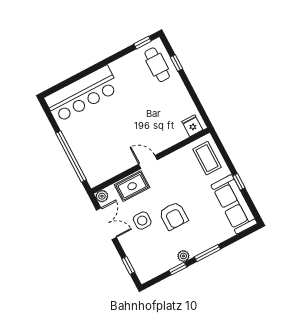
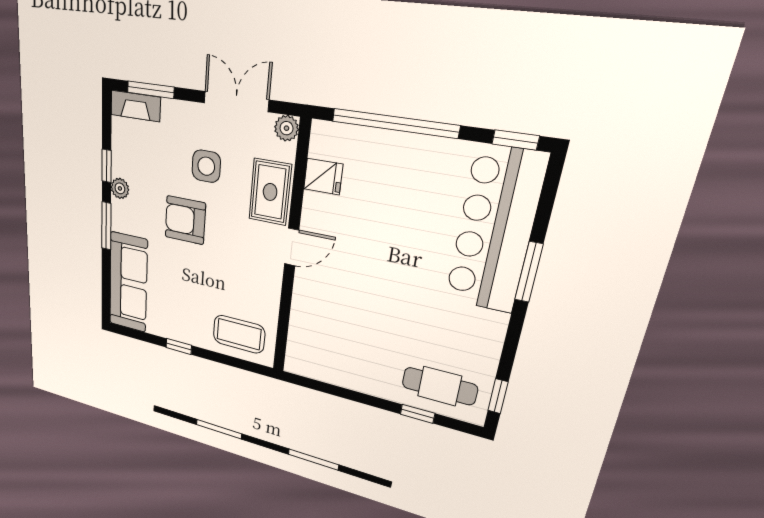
window: (88, 71) -> (529, 272), added
window: (48, 112) -> (516, 140), added
fridge: (192, 126) -> (323, 177), moved
sofa: (234, 204) -> (128, 283), moved, turned 90
double door: (106, 224) -> (236, 101), swing flipped
window: (128, 265) -> (151, 90), width x1.50
fireplace: (140, 269) -> (135, 106), added

